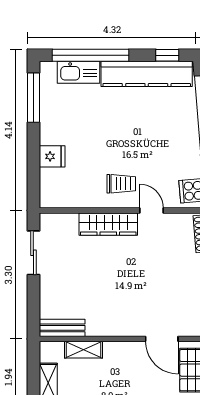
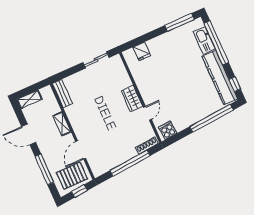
fridge: (52, 156) -> (142, 51), moved
trolley: (121, 184) -> (155, 91), removed
wardrobe: (108, 224) -> (132, 99), width x0.67
shelving: (83, 350) -> (62, 124), moved

